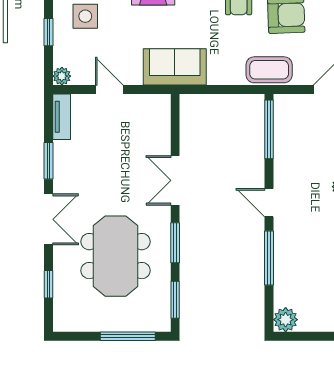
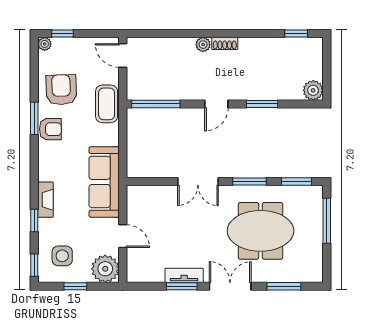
sofa: (175, 67) -> (104, 182), width x1.36
plant: (62, 76) -> (105, 269), width x1.88, depth x1.88
door: (109, 89) -> (123, 236), swing flipped
tv unit: (62, 117) -> (184, 275), moved
window: (269, 258) -> (262, 104), width x0.69
window: (48, 284) -> (284, 286), width x1.50

